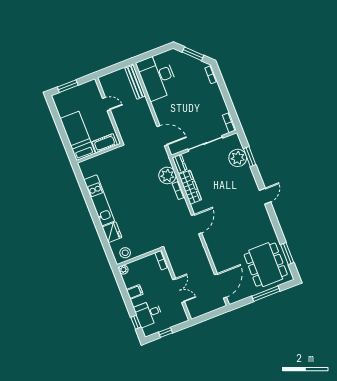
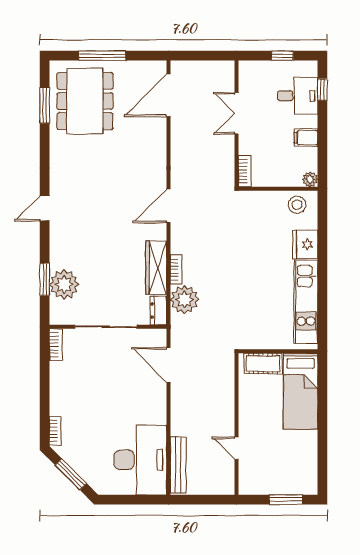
bed: (78, 136) -> (301, 391), moved
cot: (105, 143) -> (263, 364), moved
wall: (99, 153) -> (278, 351), moved

